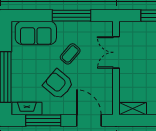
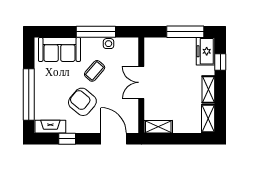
side table: (84, 27) -> (109, 44), added
double door: (116, 52) -> (141, 82), moved
window: (43, 120) -> (67, 139), width x0.46

